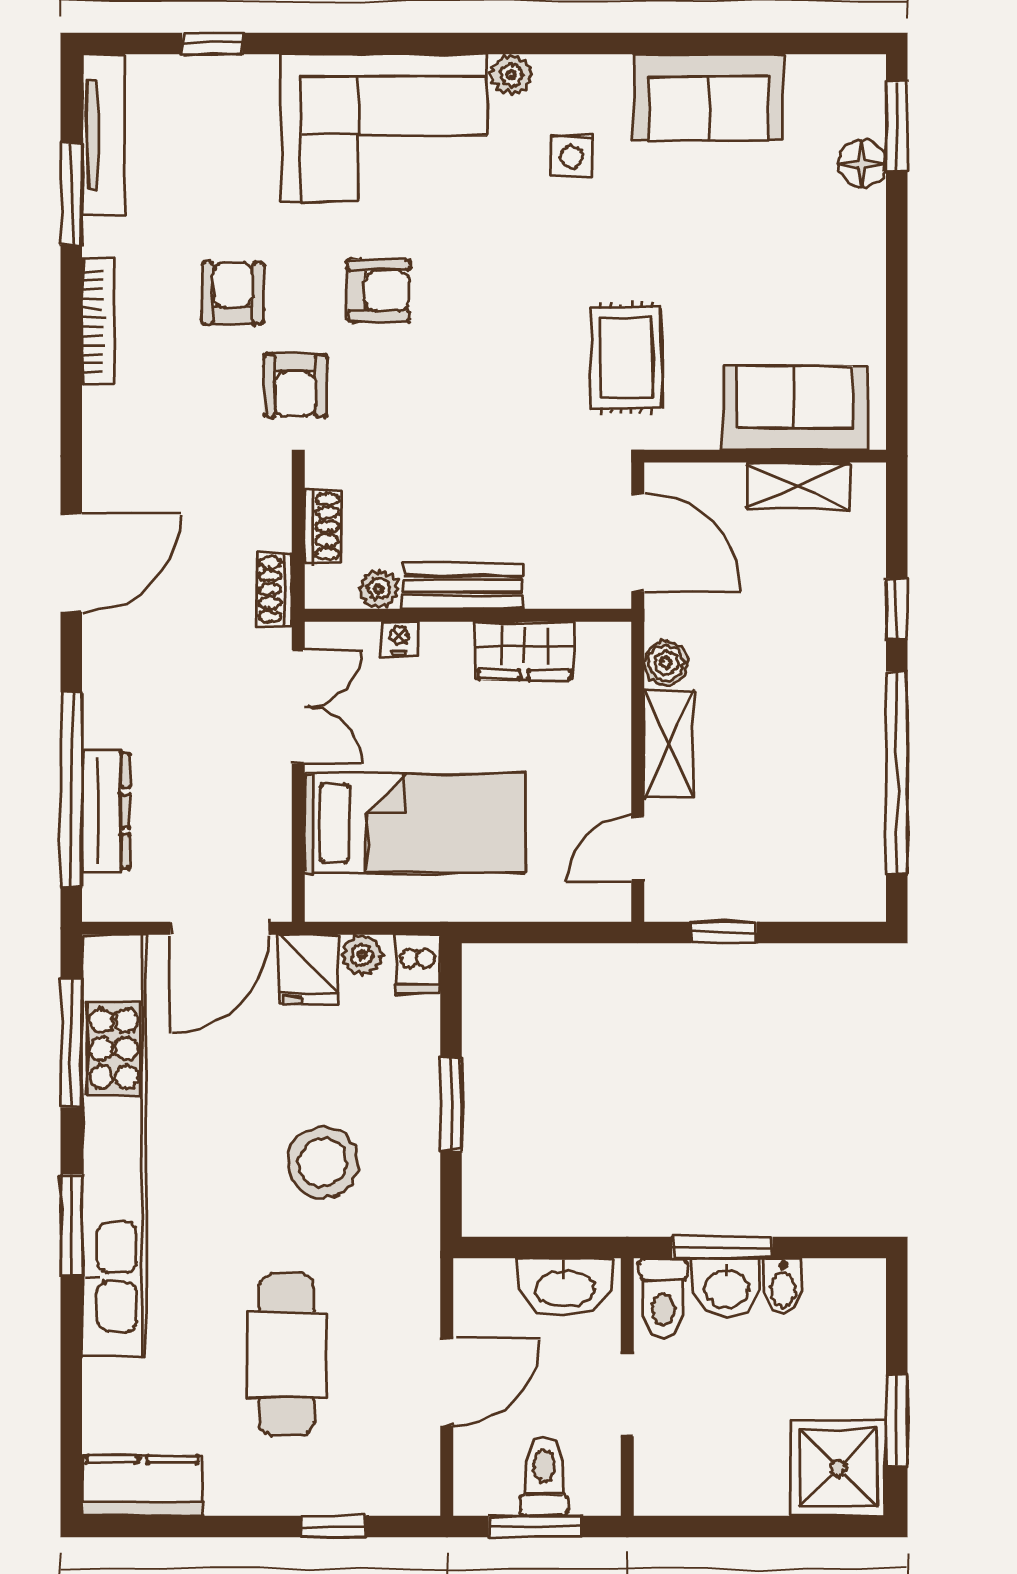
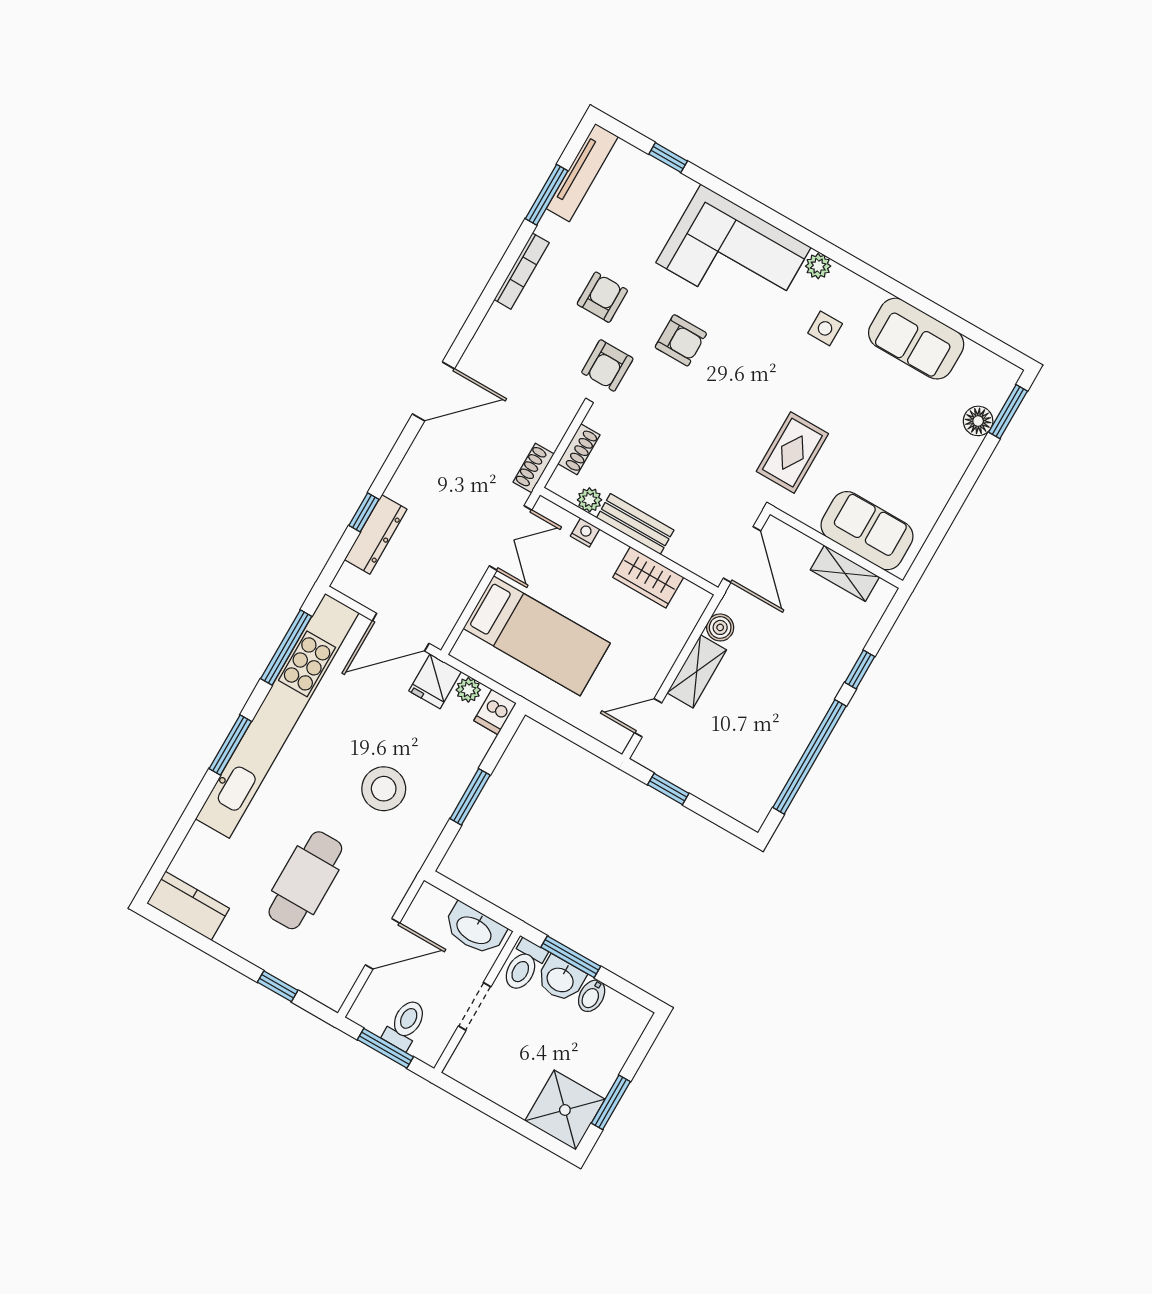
window: (71, 789) -> (364, 512), width x0.32

